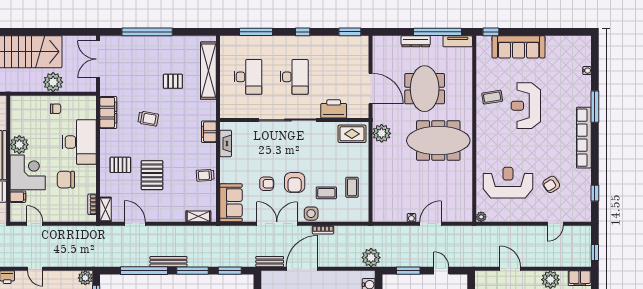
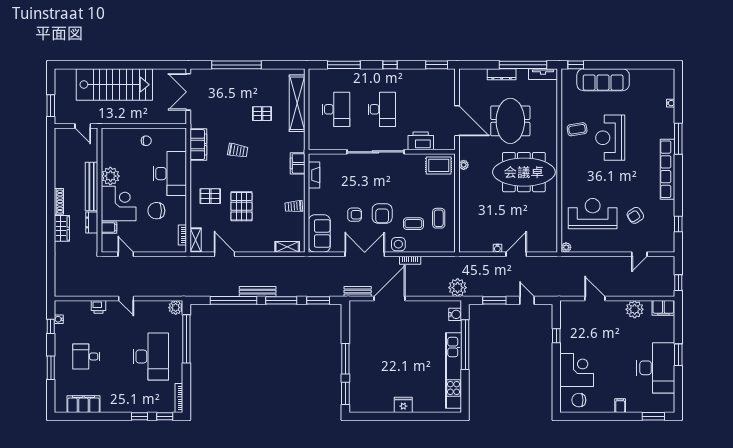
plant: (53, 82) -> (144, 114), removed
plant: (382, 133) -> (464, 165), width x0.53, depth x0.53

